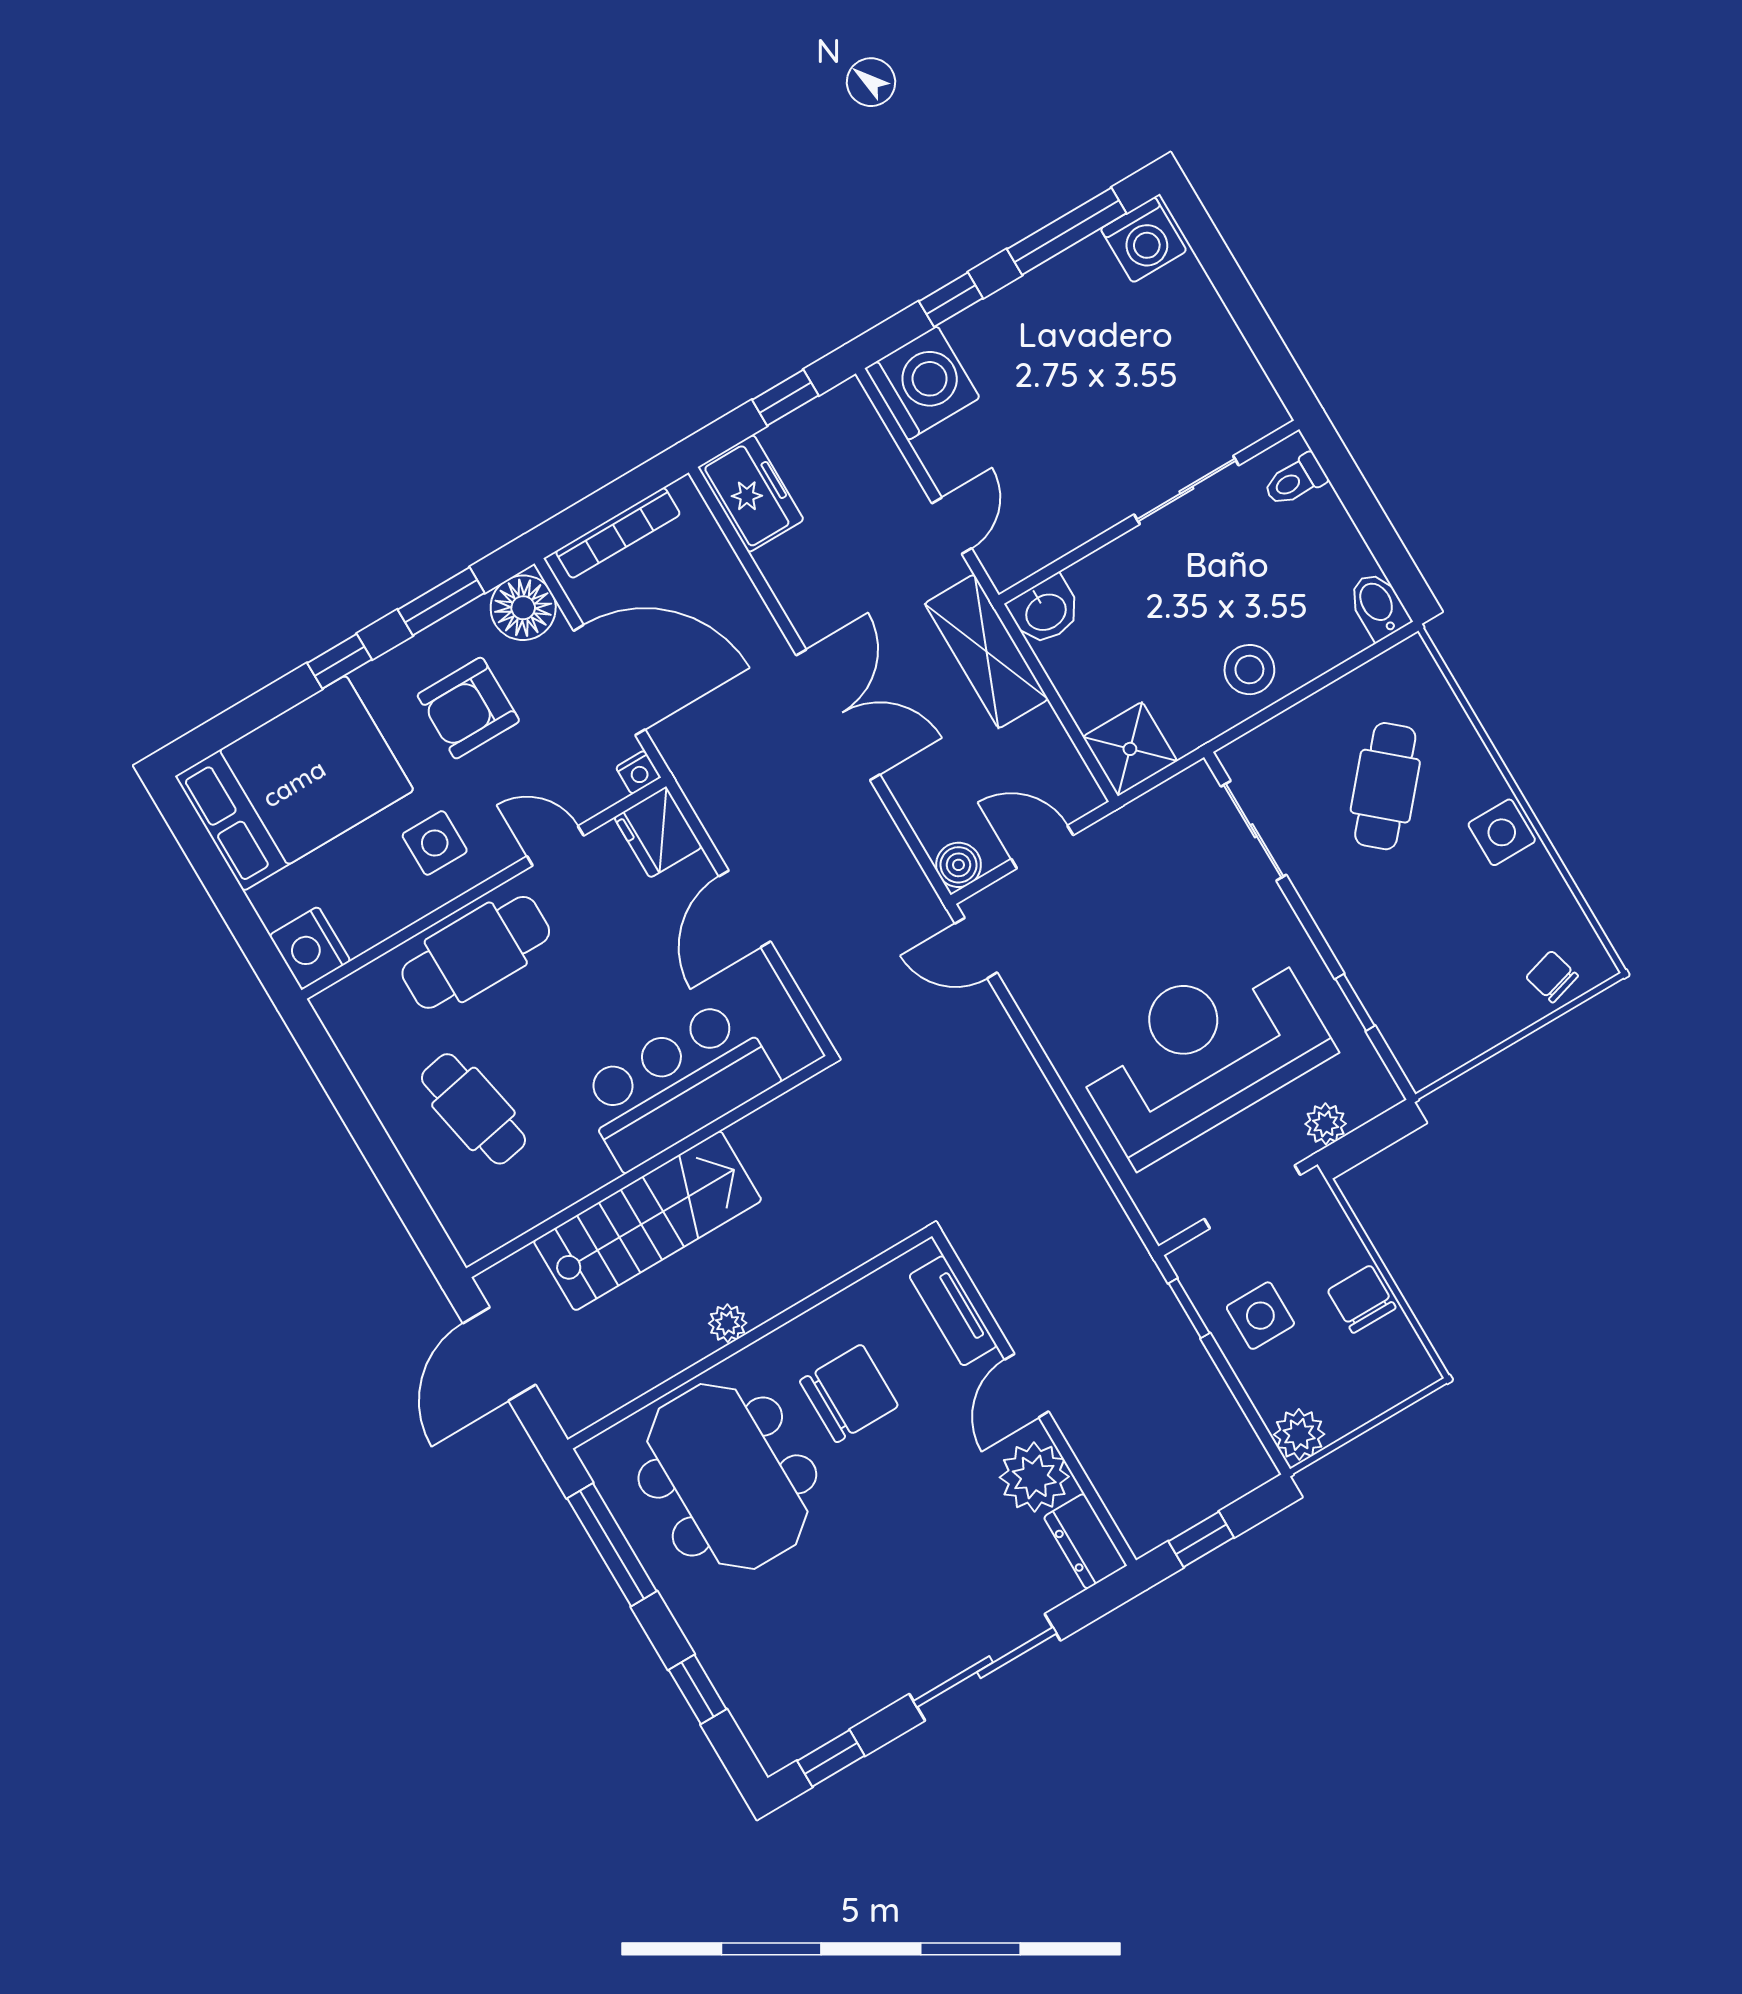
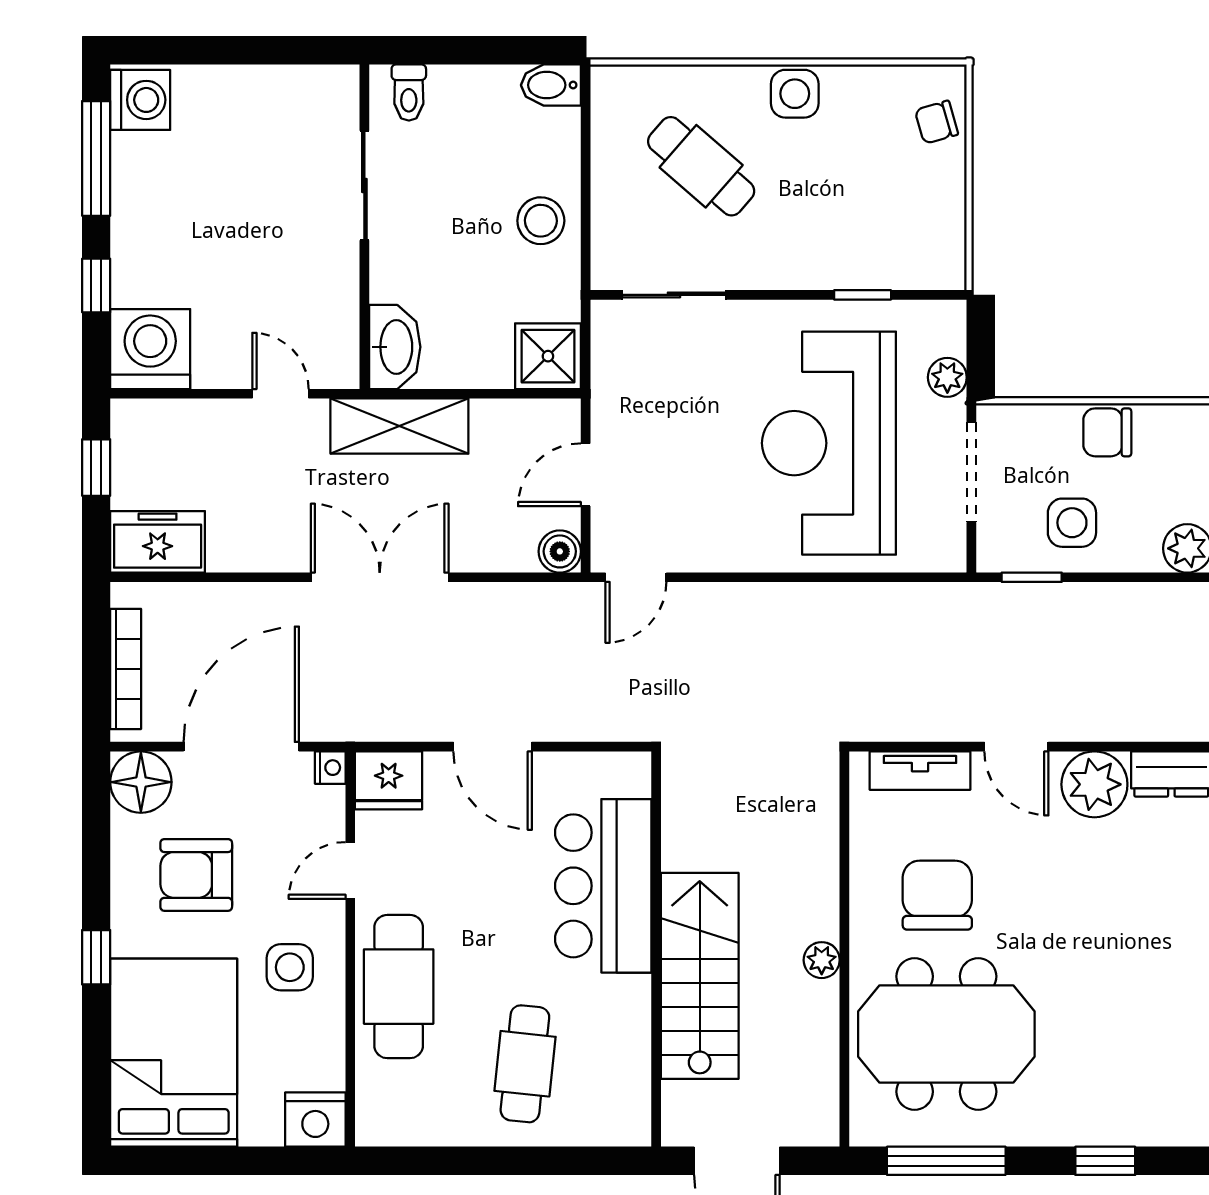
window: (441, 601) -> (96, 846), removed
washbasin: (1045, 611) -> (395, 347), width x1.38
armchair: (468, 708) -> (196, 875), turned 90
cafe table: (473, 1109) -> (525, 1064), turned -73

